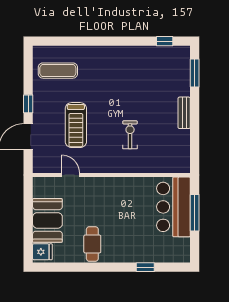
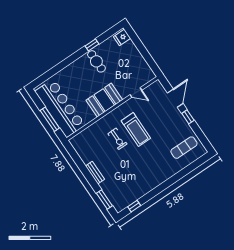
treadmill: (76, 125) -> (136, 130), moved, turned 180
bar counter: (173, 207) -> (60, 108), width x1.36
booth: (47, 220) -> (104, 100), moved, turned 90
window: (145, 267) -> (92, 45), moved

